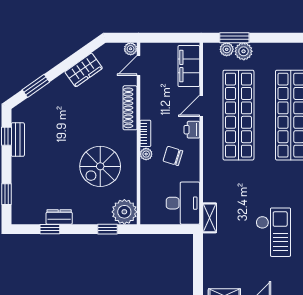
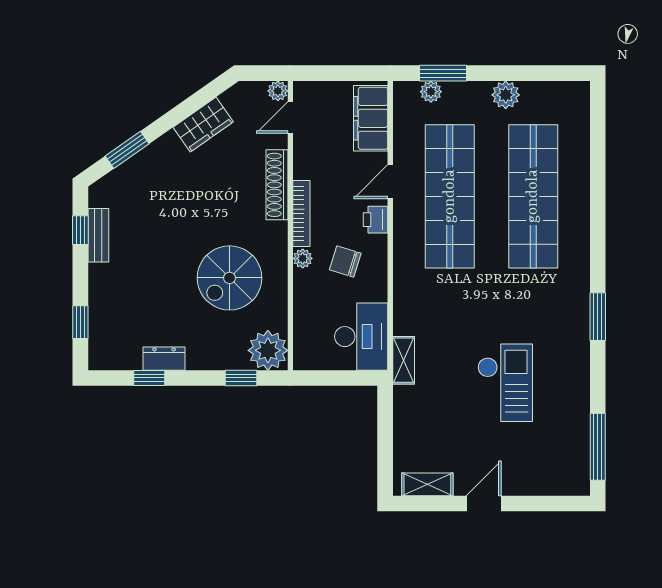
plant: (244, 51) -> (506, 95), moved
bookcase: (145, 133) -> (301, 214), width x1.56

